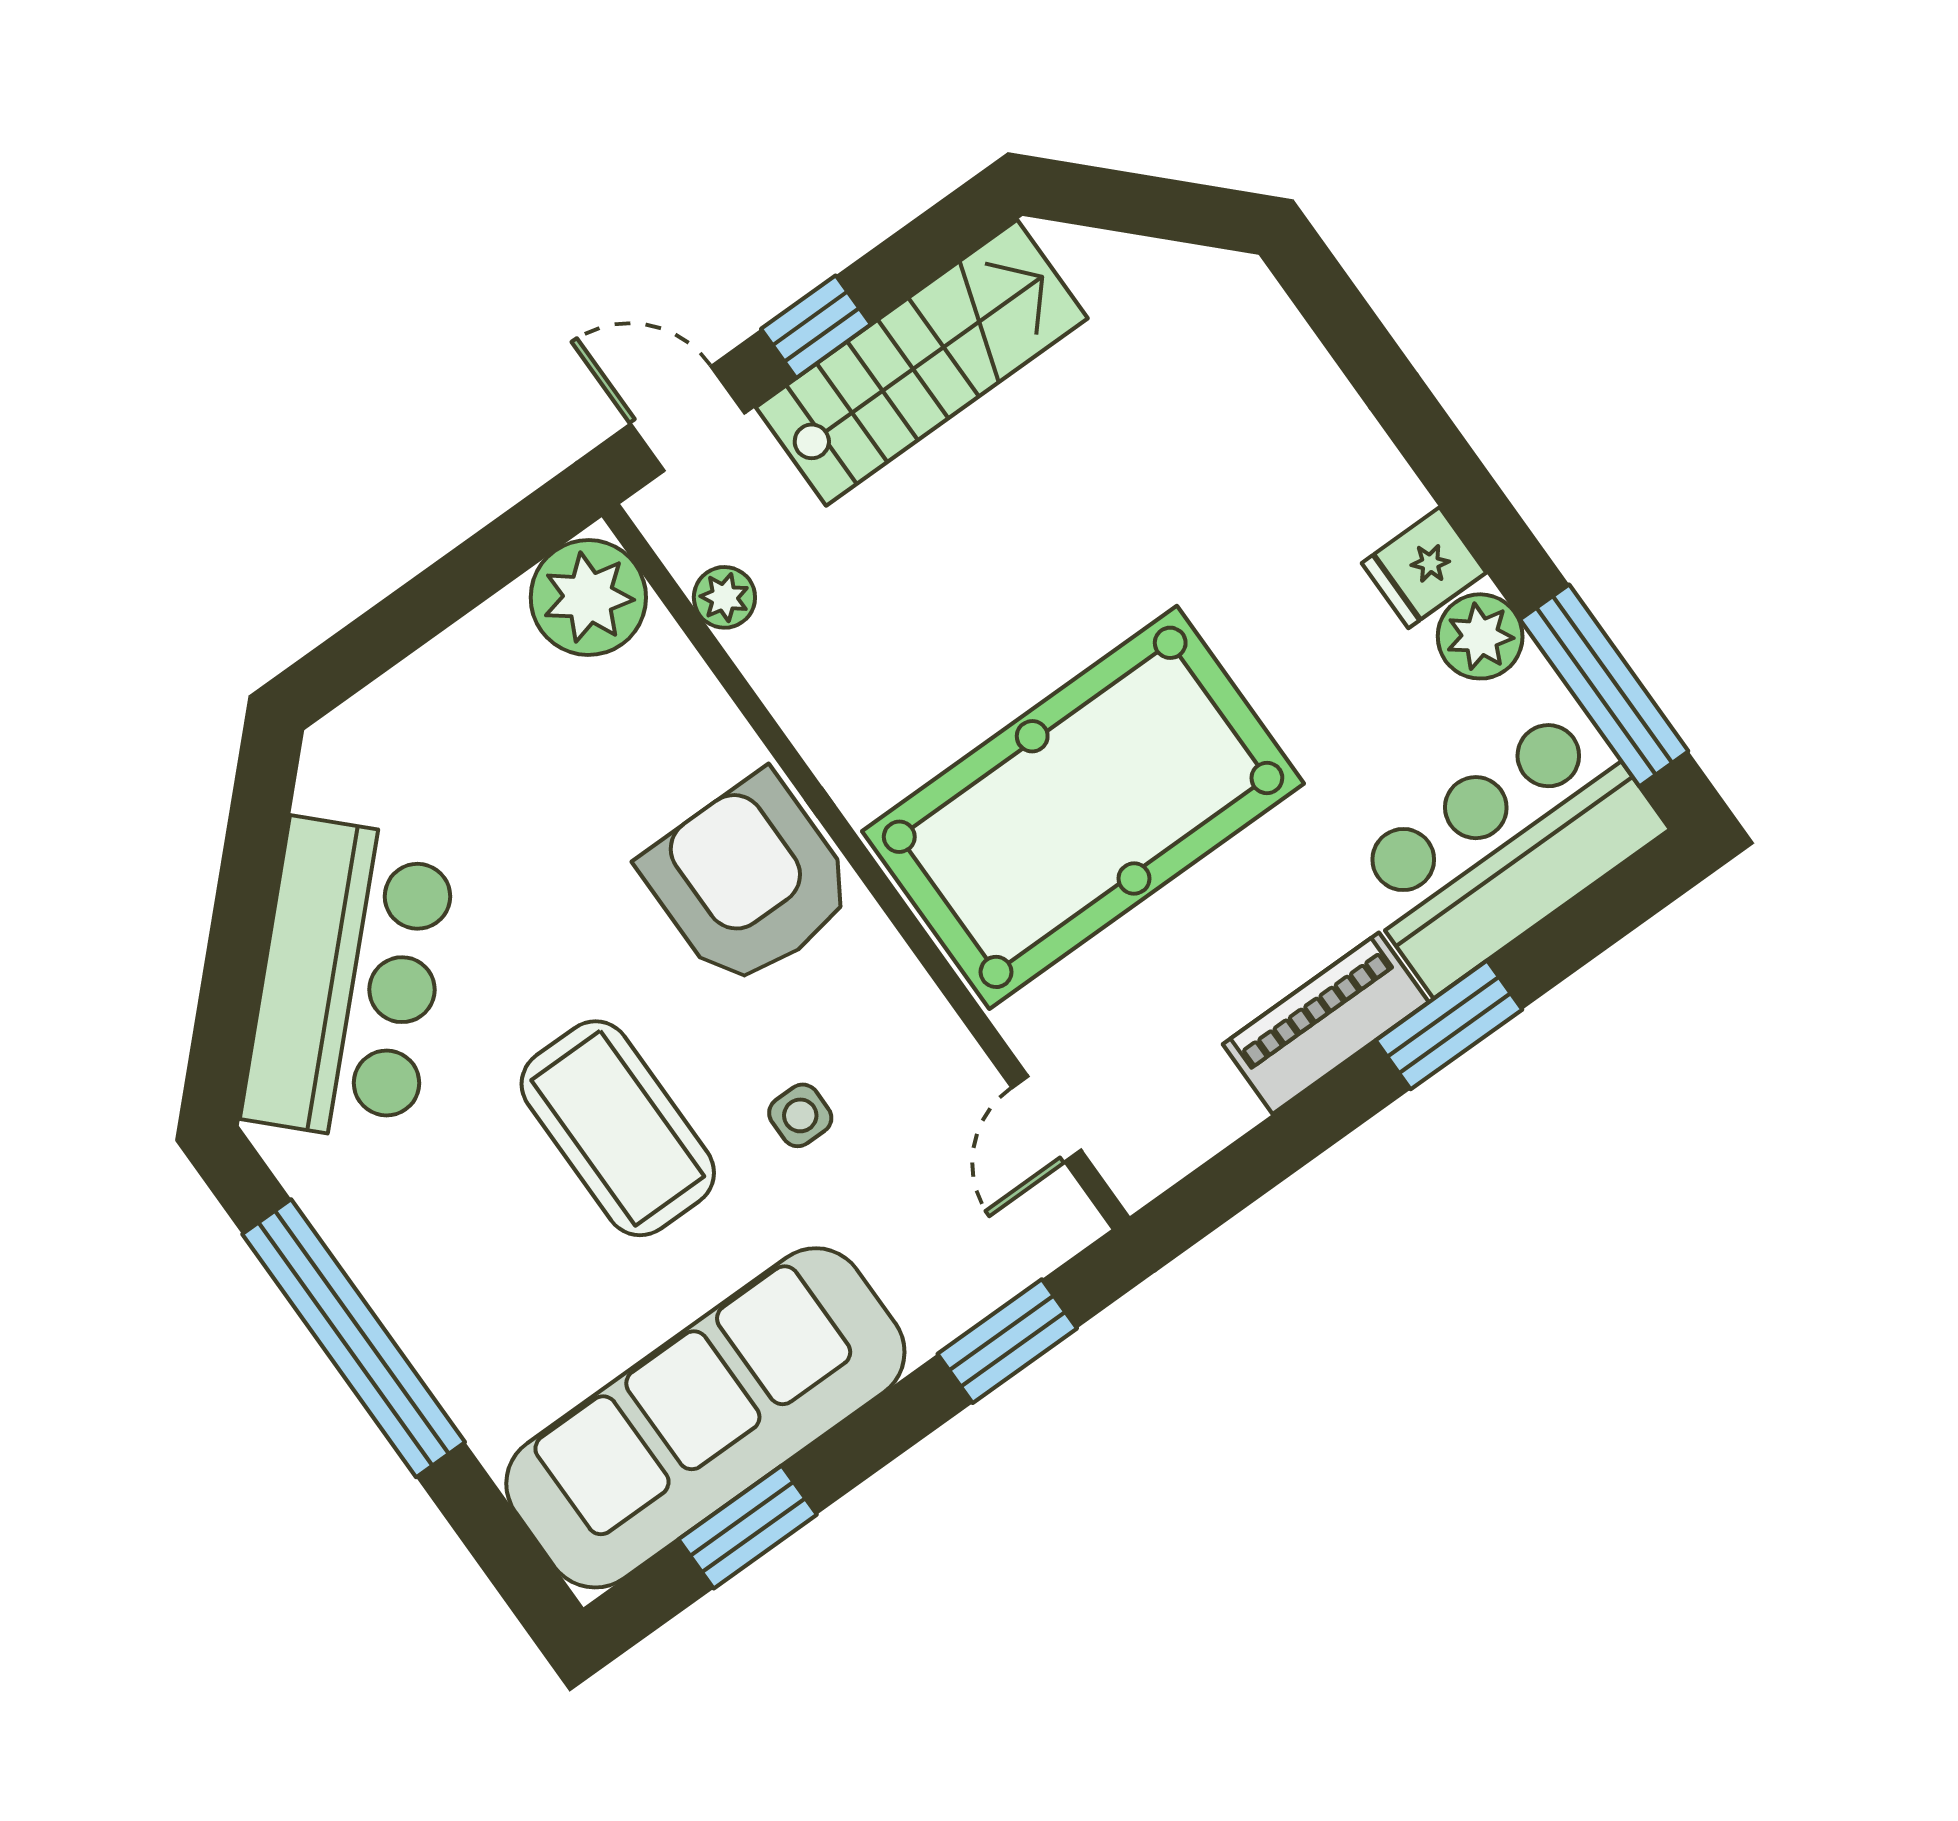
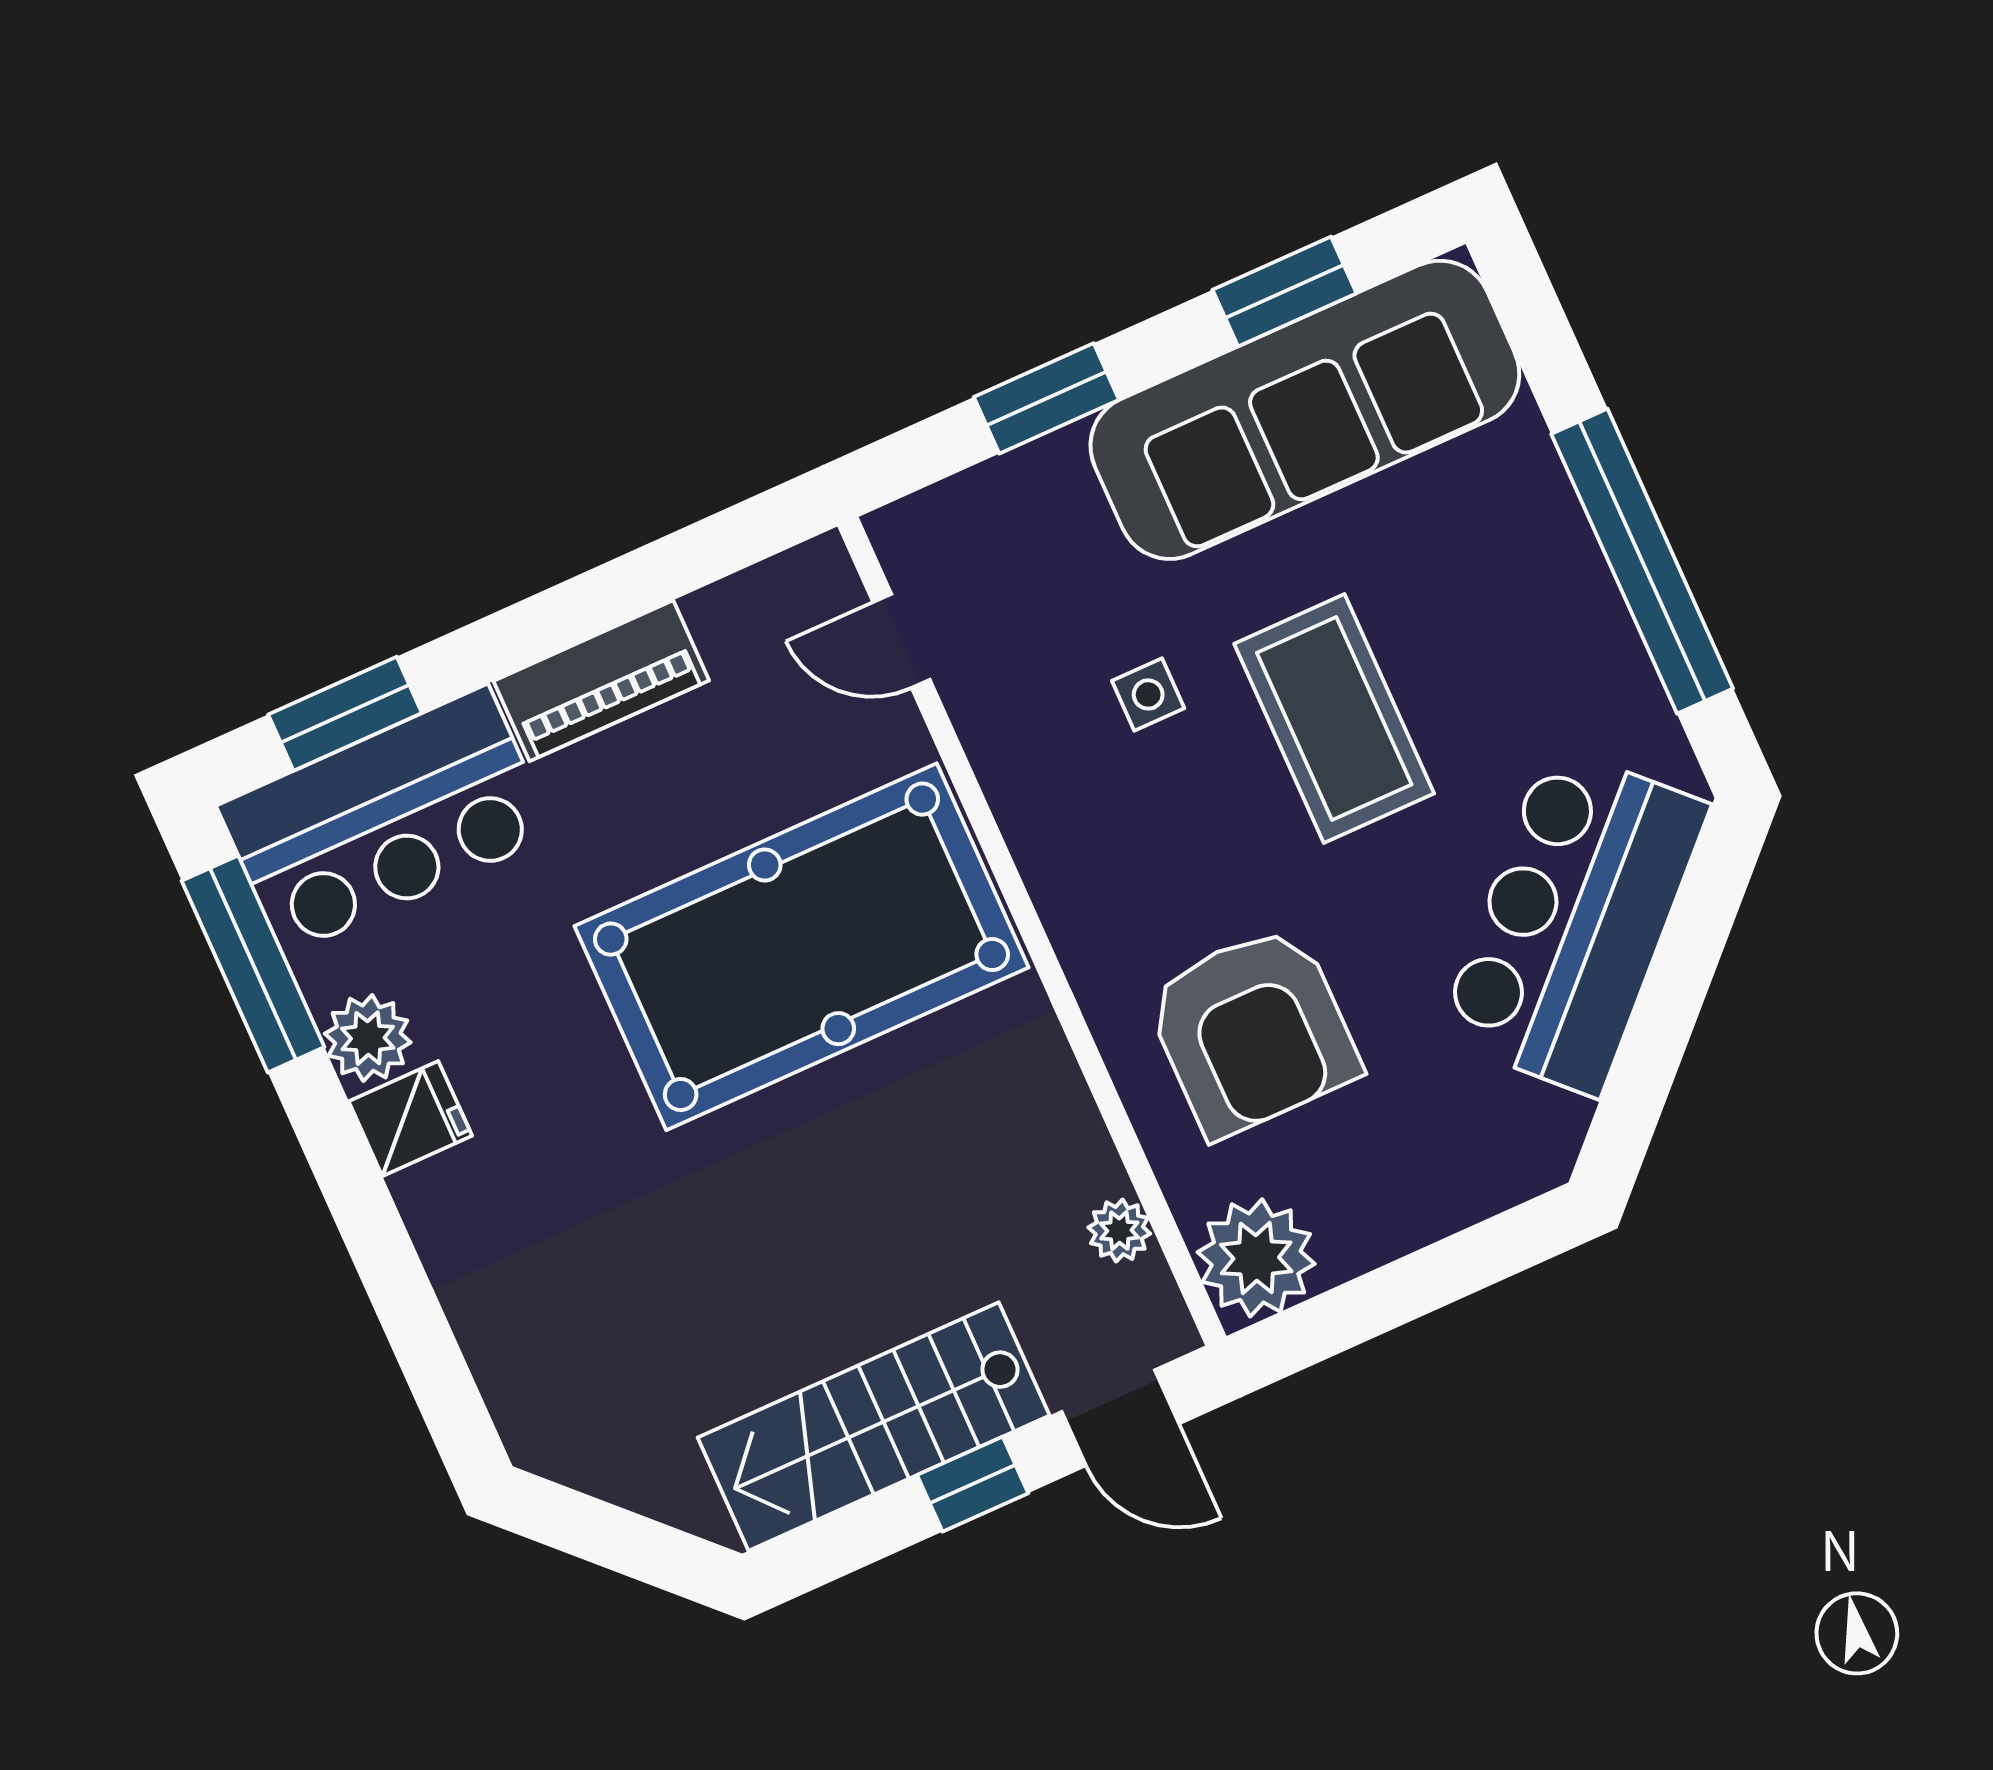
armchair: (749, 881) -> (1252, 1031), moved
window: (1449, 1025) -> (345, 714), moved
door: (1046, 1119) -> (901, 641), swing flipped
window: (1007, 1341) -> (1046, 398), moved

